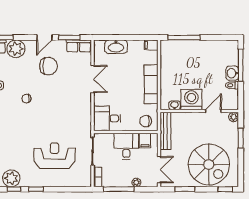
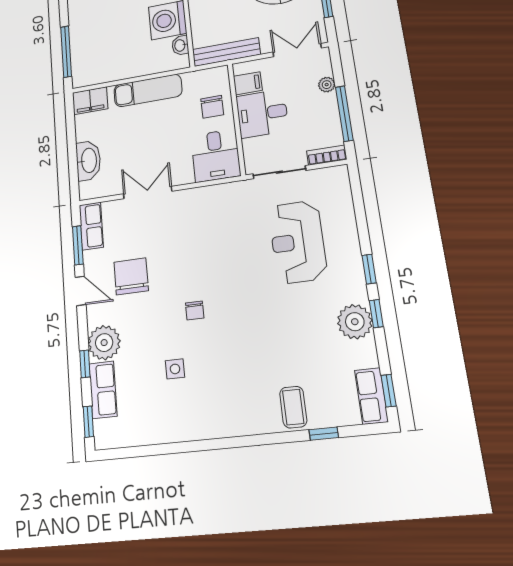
filing cabinet: (151, 45) -> (90, 101), width x2.00
chair: (146, 121) -> (212, 107), moved

